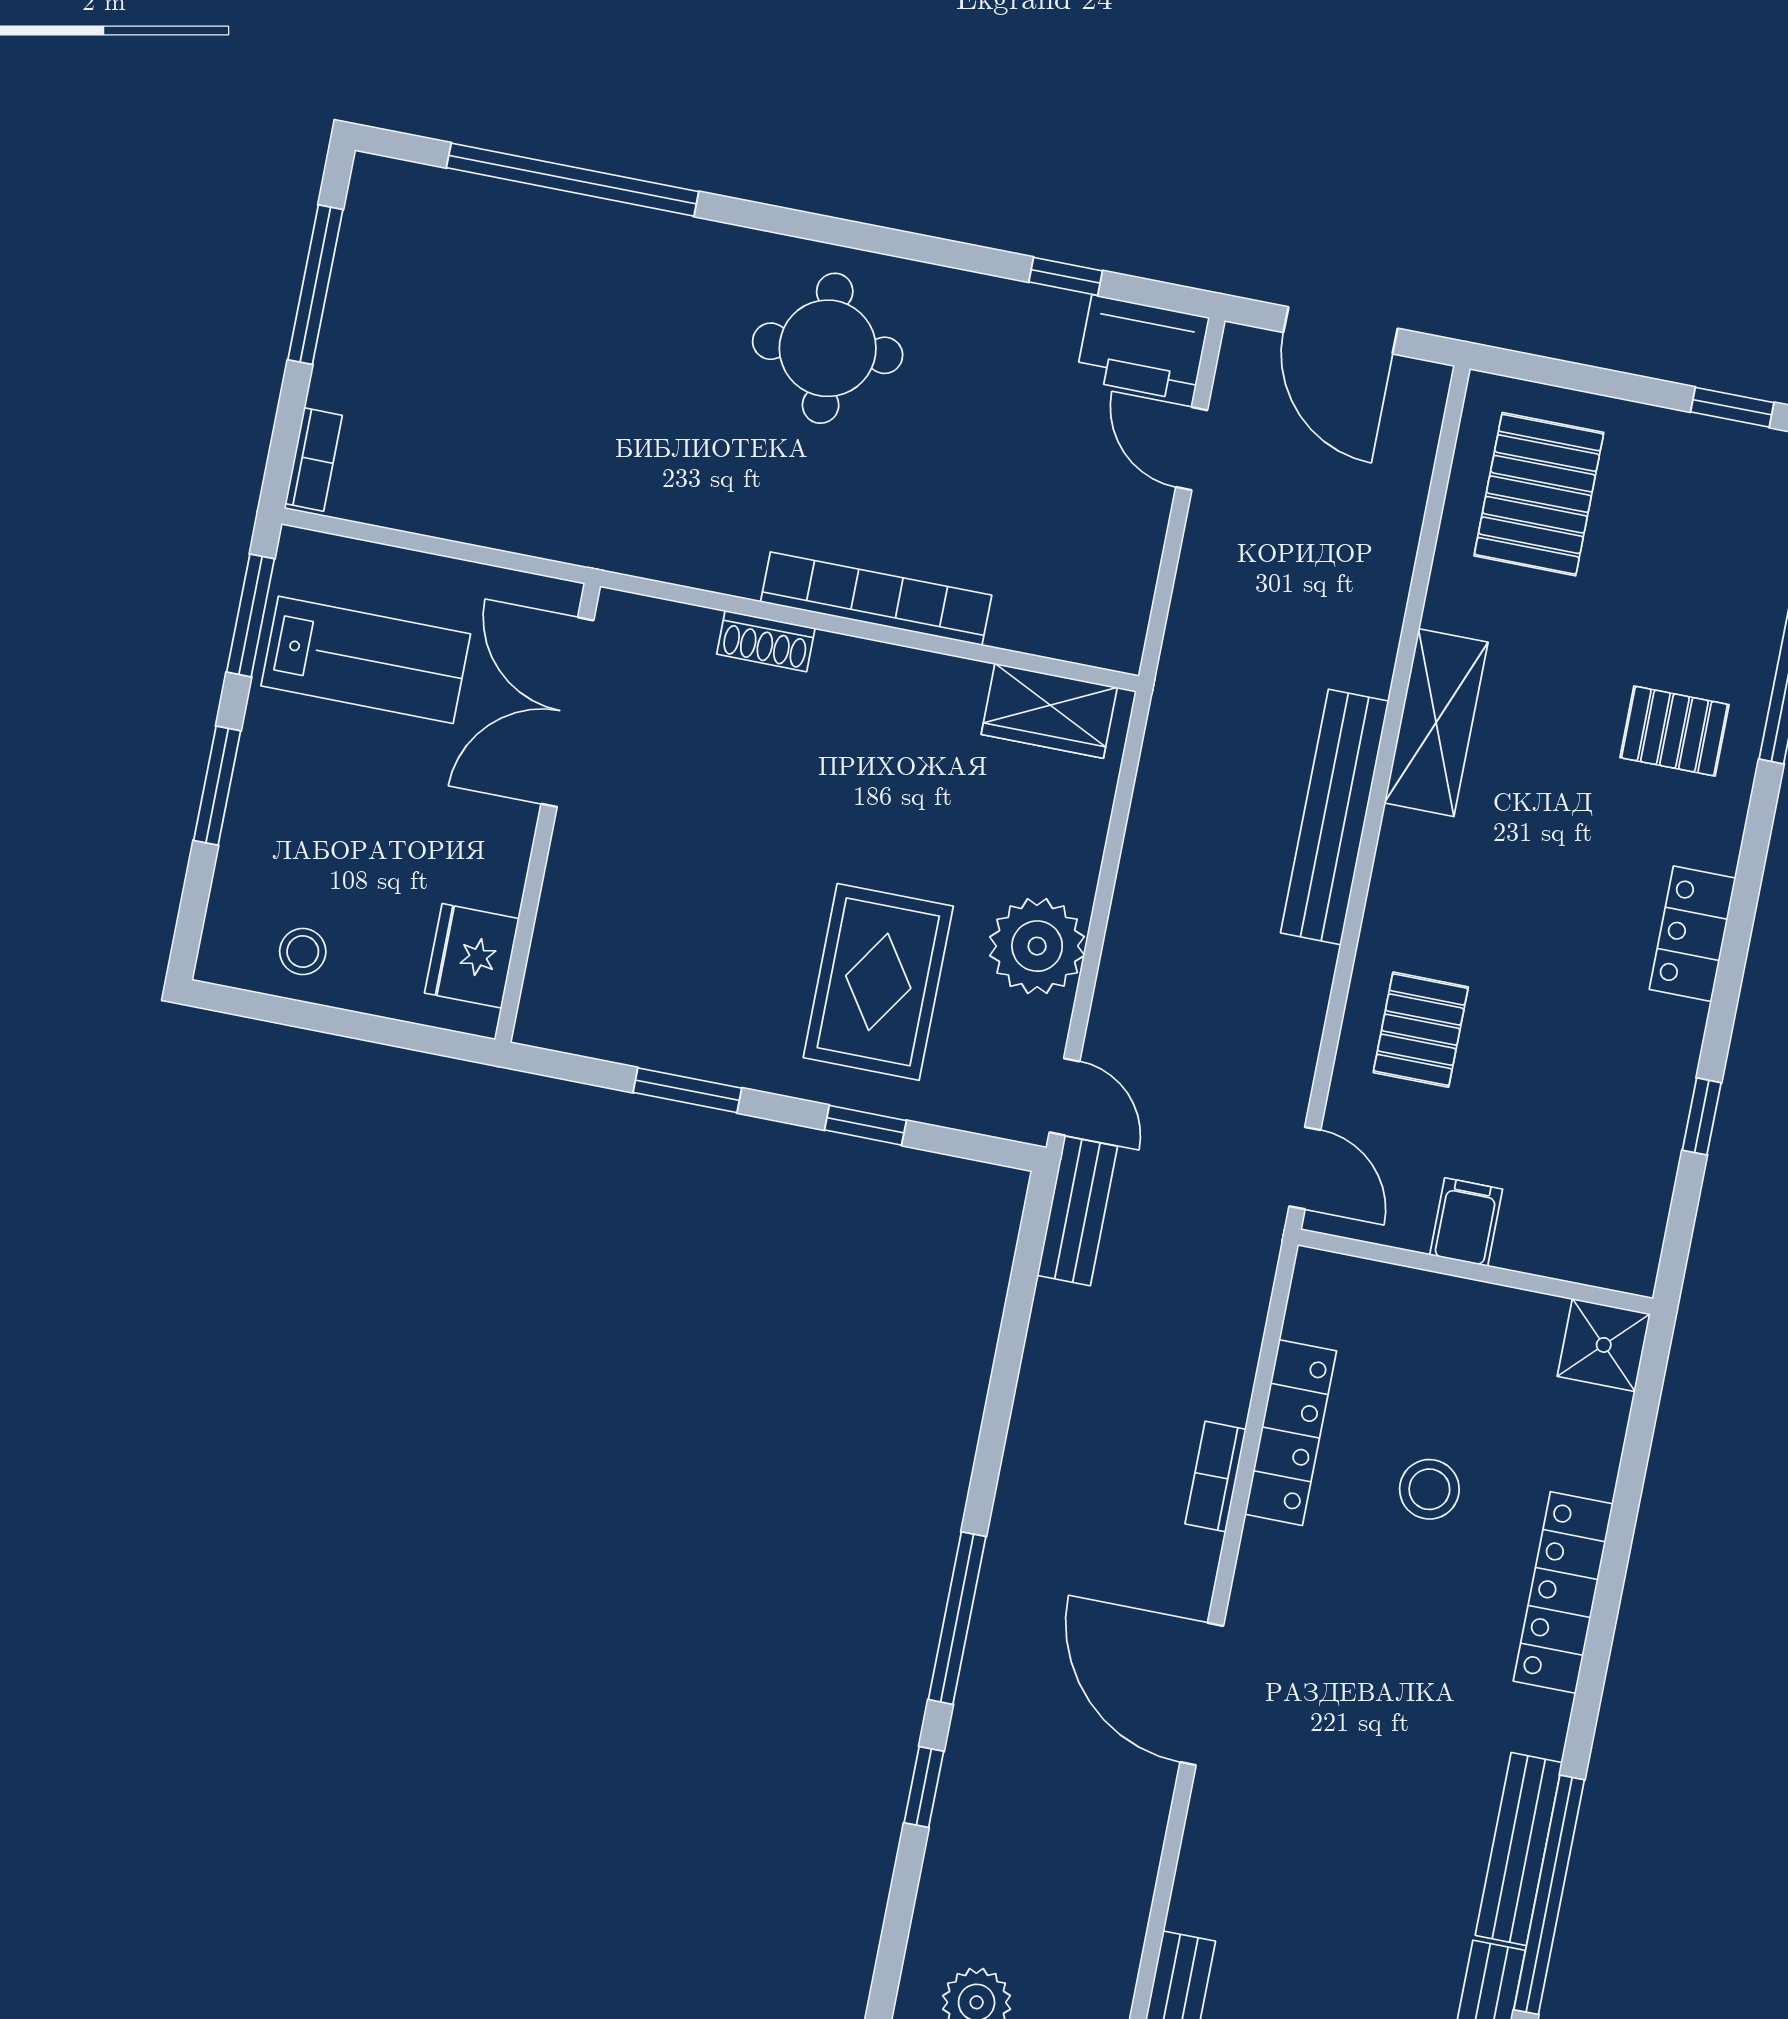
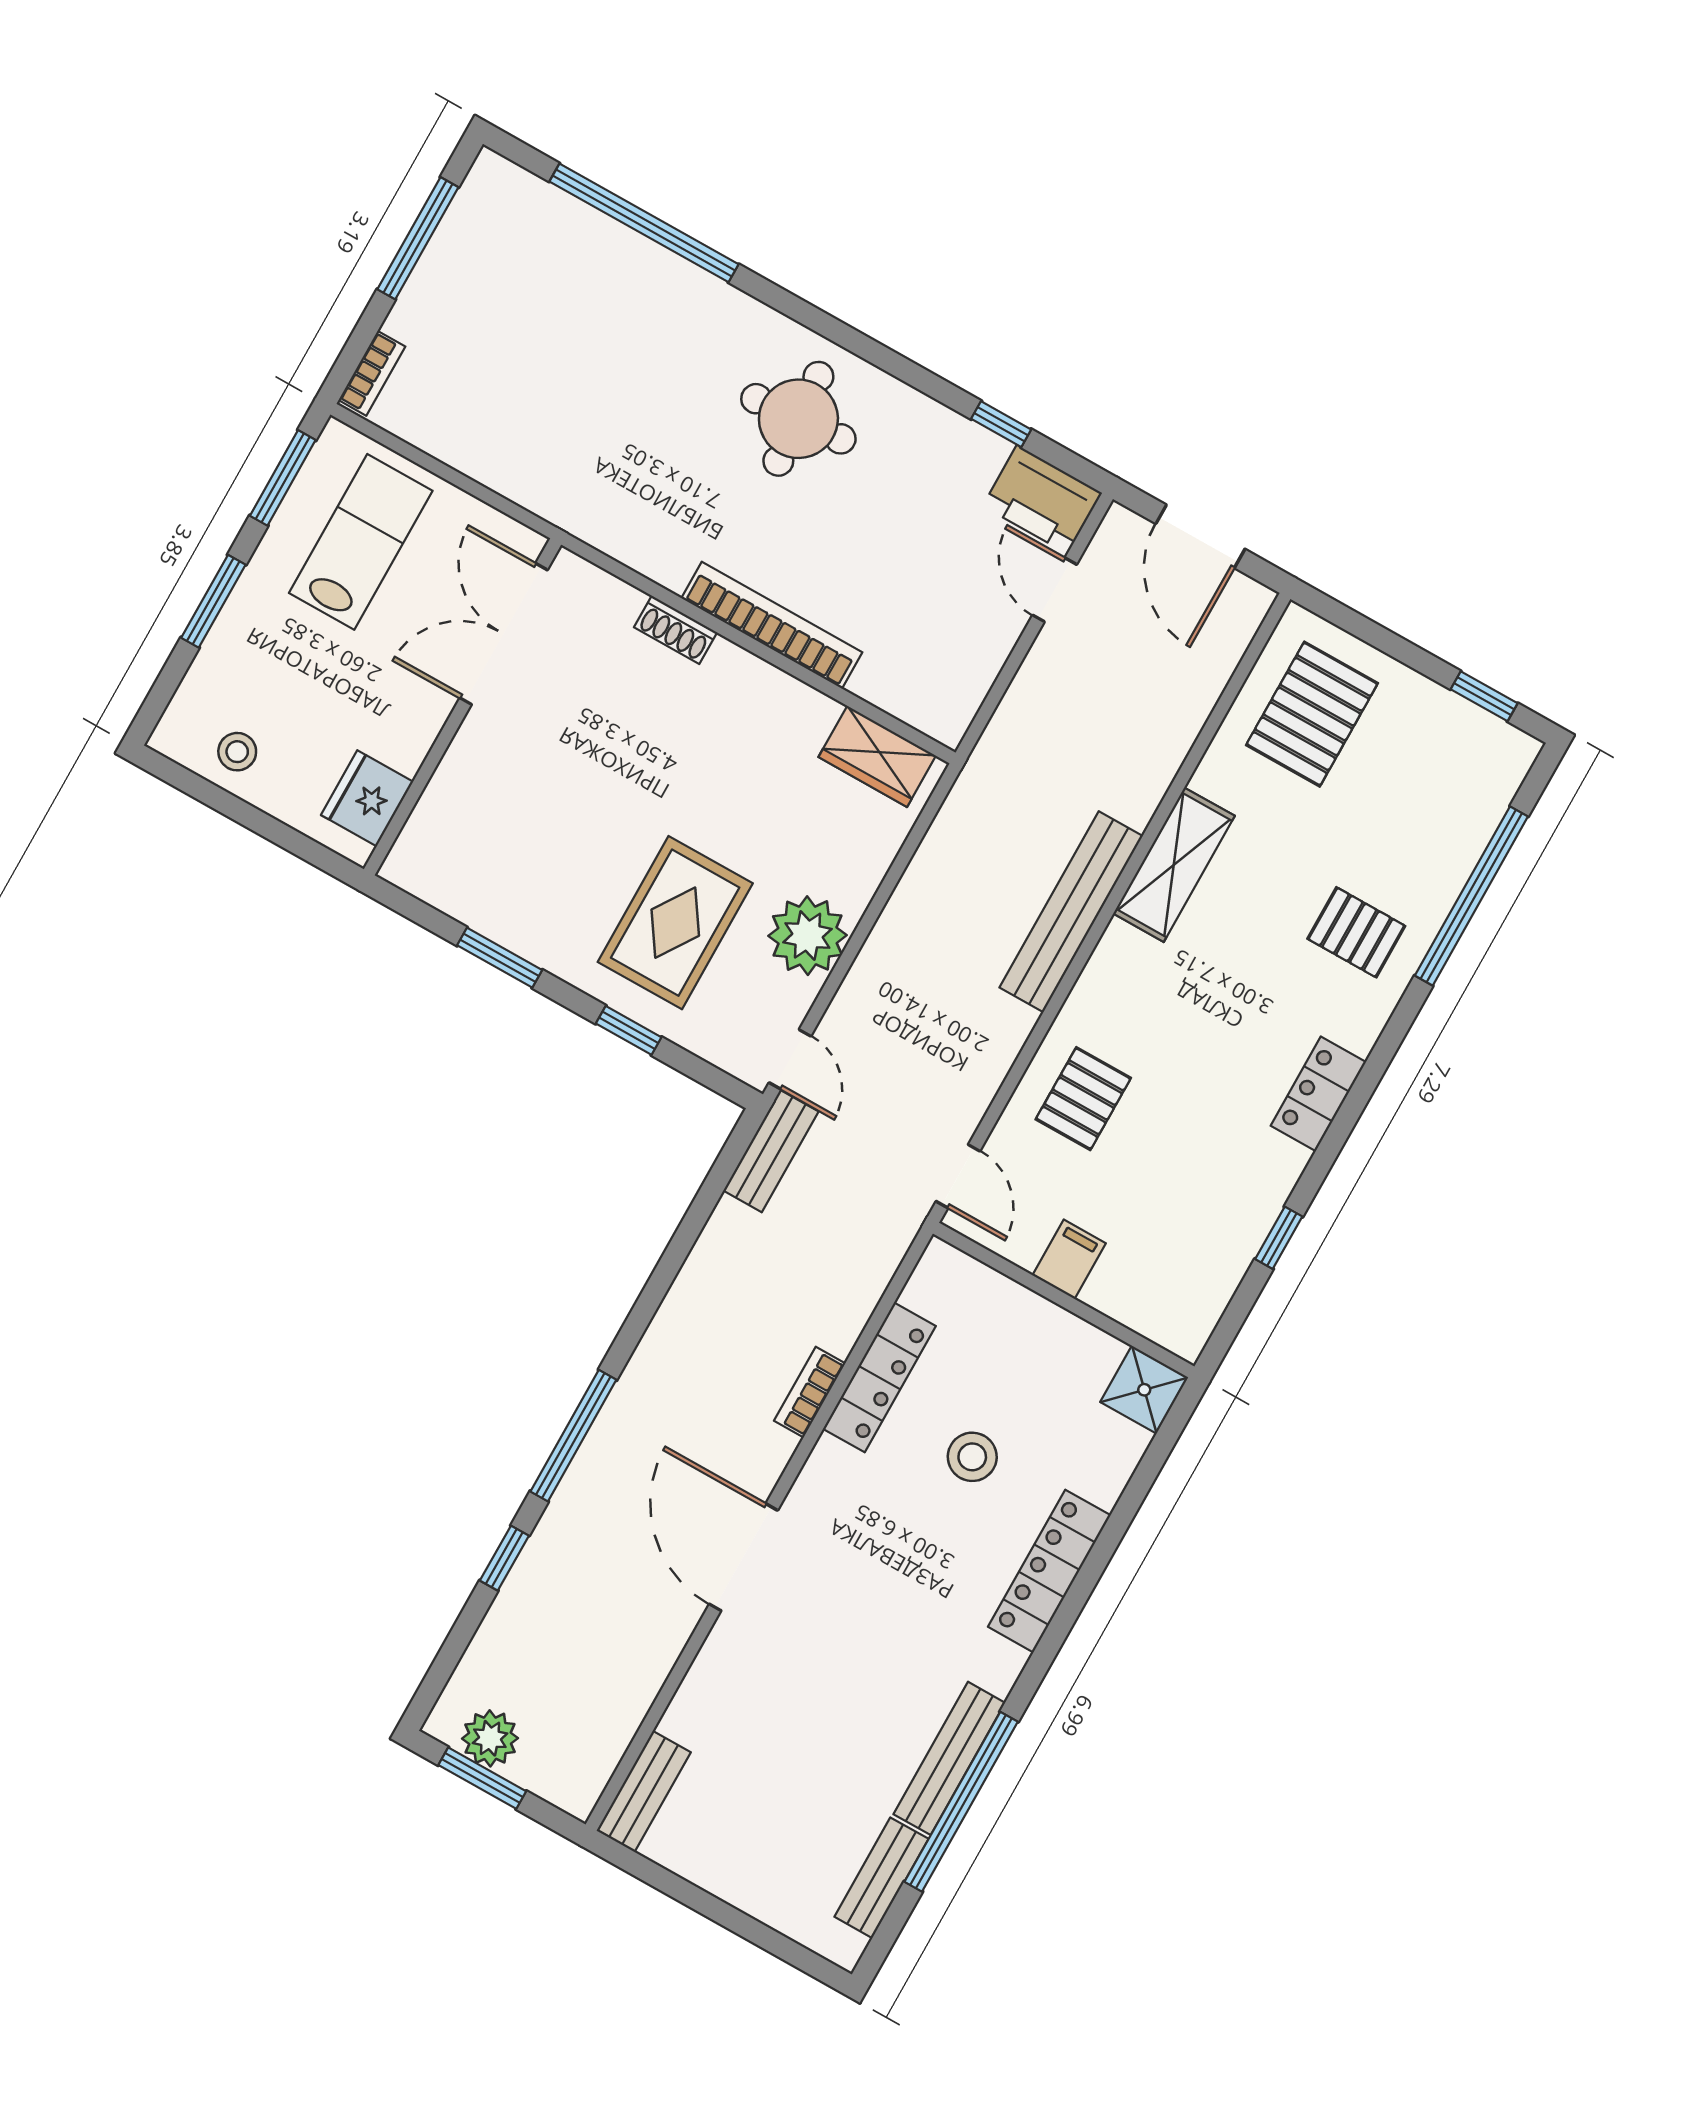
lab bench: (366, 660) -> (361, 542), turned -90

